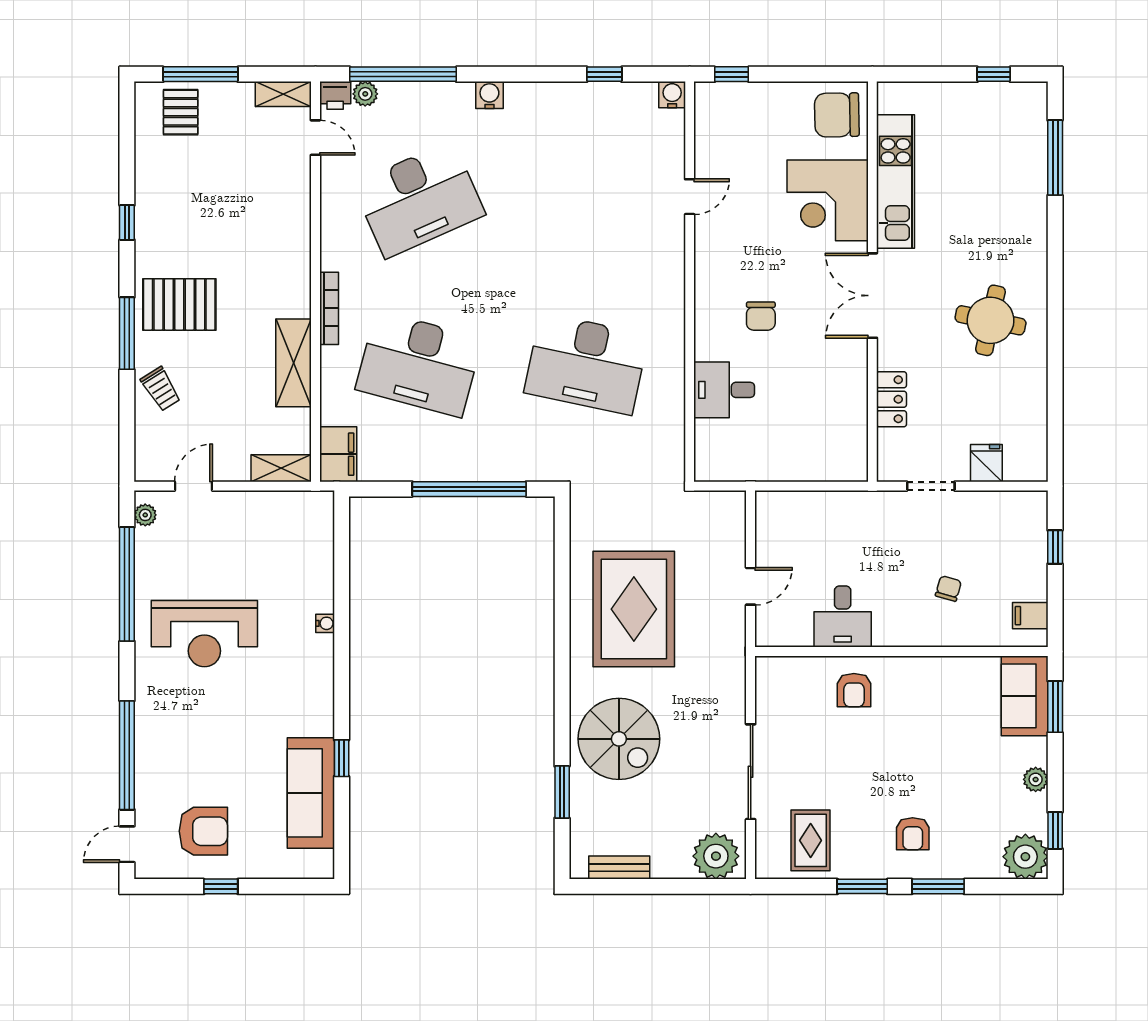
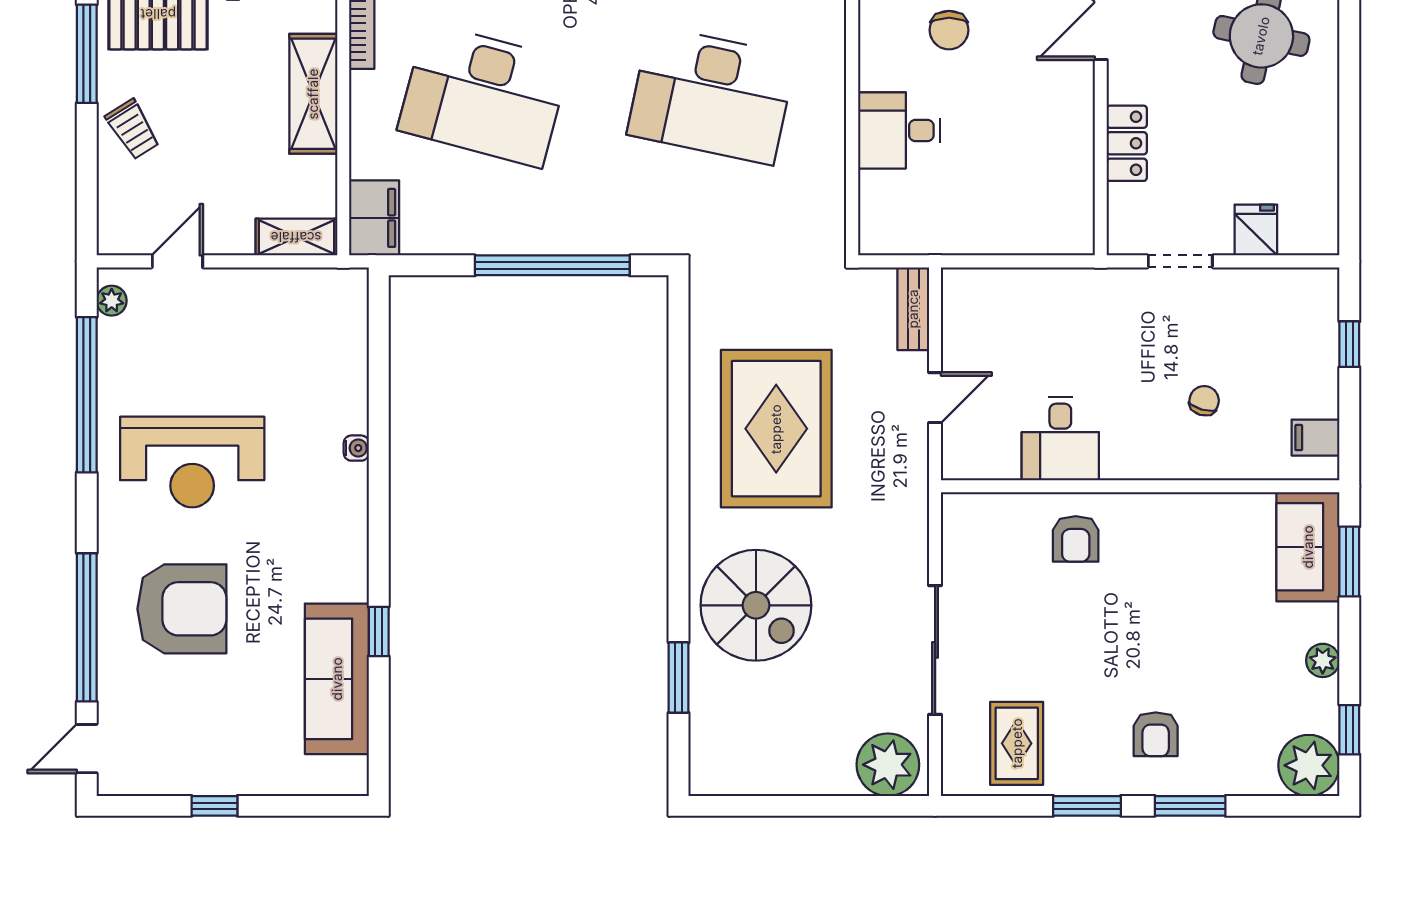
armchair: (203, 831) -> (182, 609), moved, width x1.36, depth x1.36
bench: (619, 868) -> (913, 309), moved, turned 90

